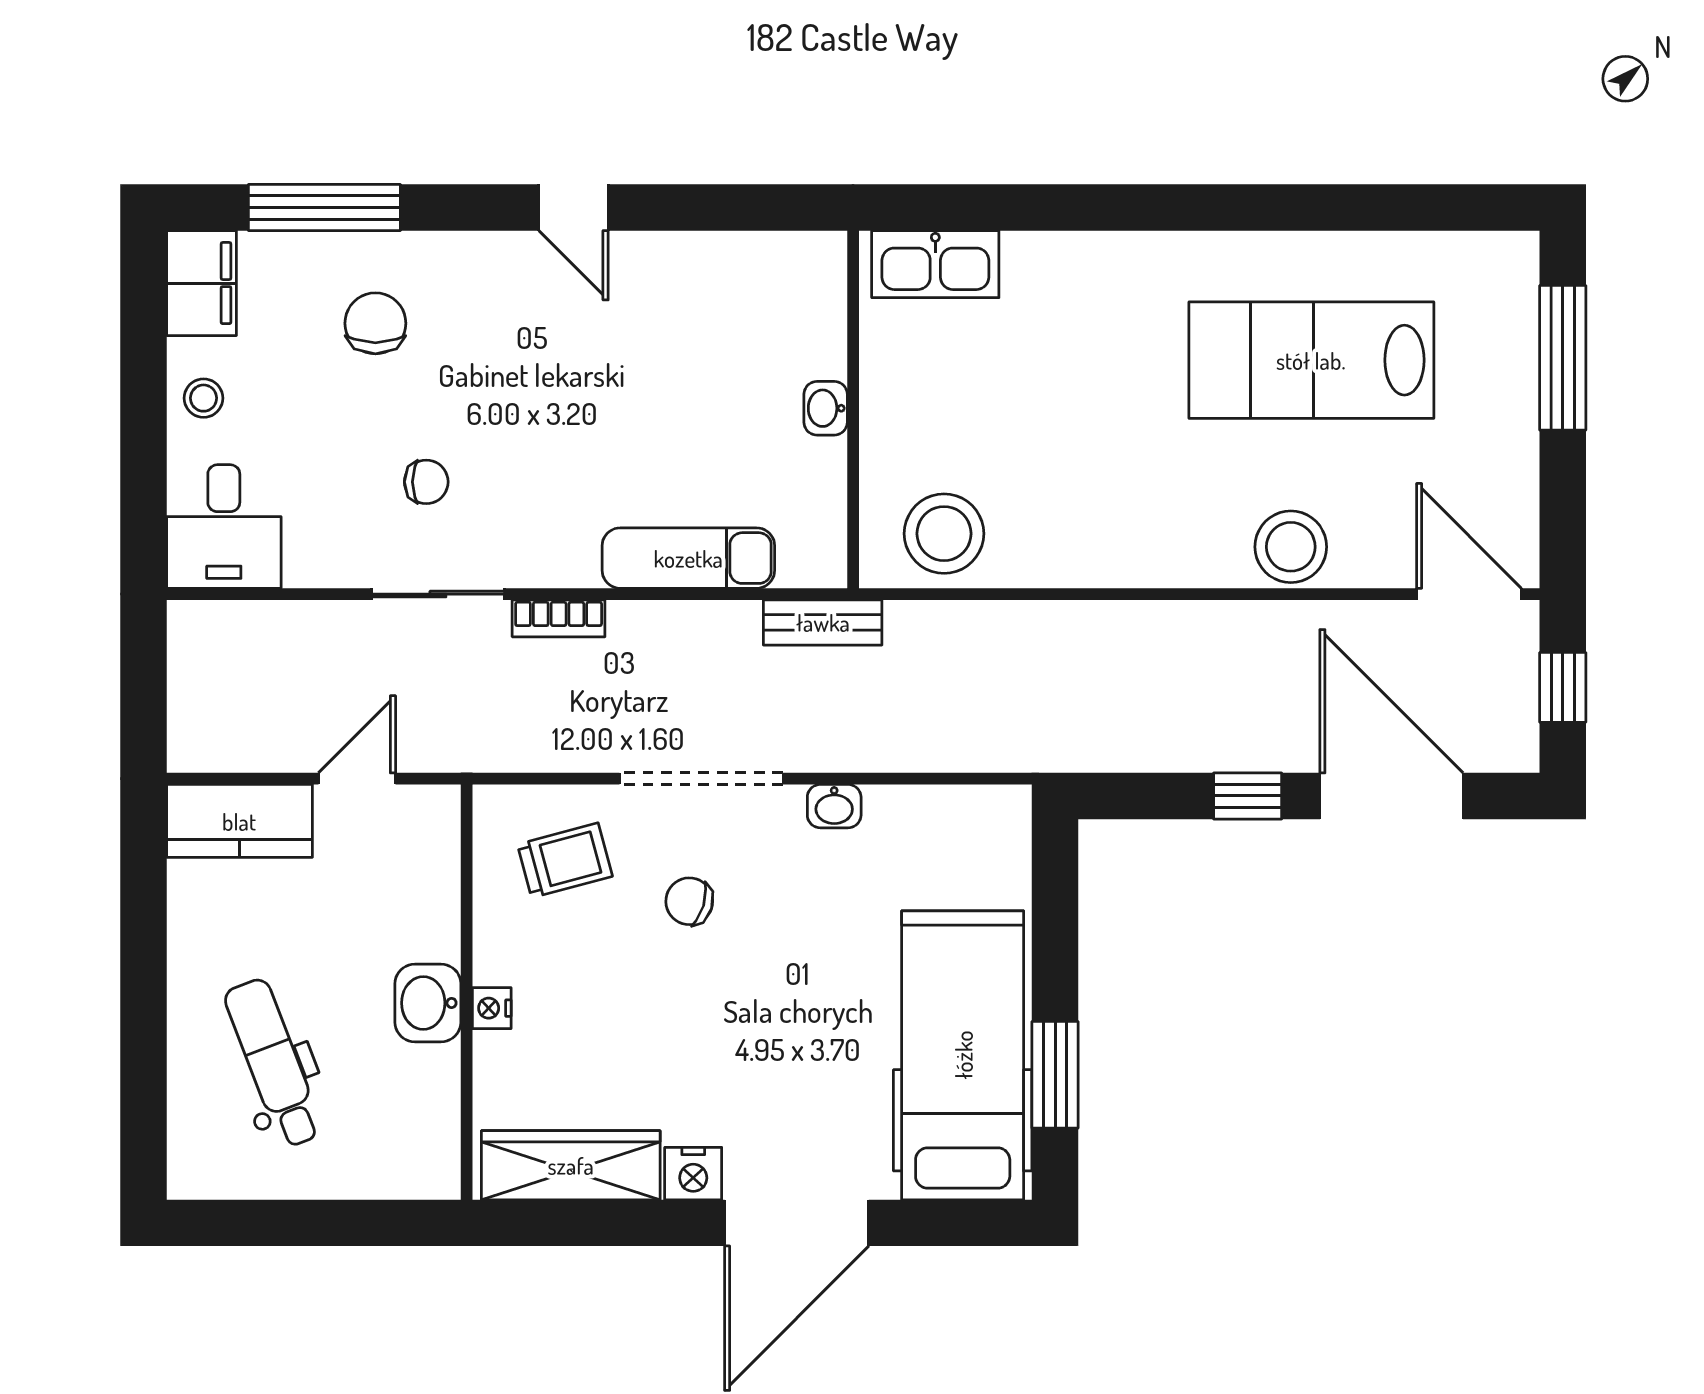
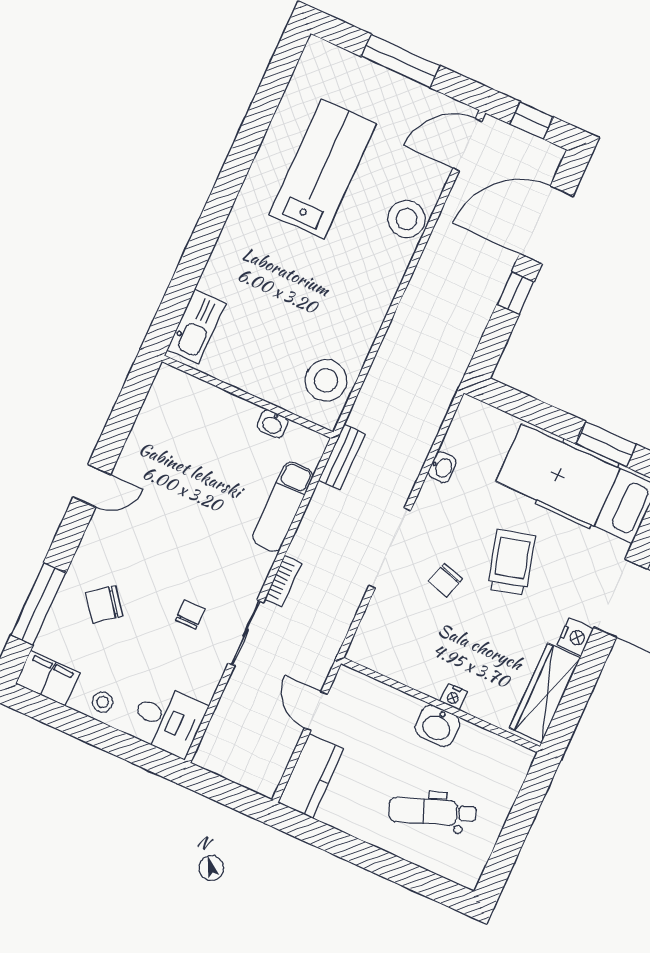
chair: (375, 323) -> (104, 605), turned -38
window: (1563, 358) -> (400, 61), moved
lab bench: (1311, 360) -> (323, 169), turned 180
washbasin: (826, 408) -> (273, 424), moved
washbasin: (834, 806) -> (442, 467), moved
trolley: (565, 860) -> (512, 562), moved, width x1.36, depth x1.39

